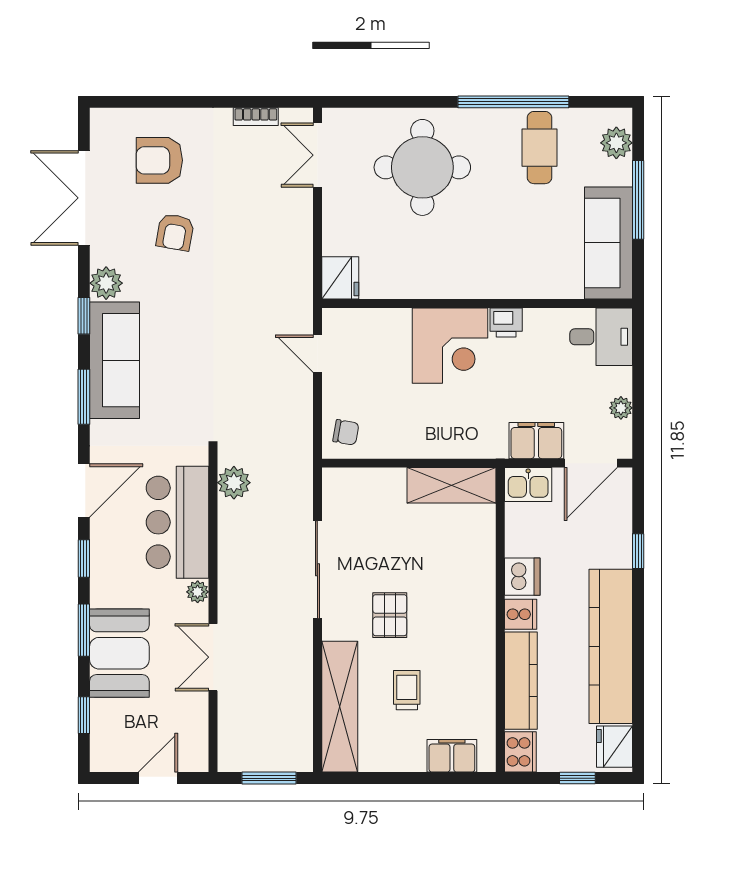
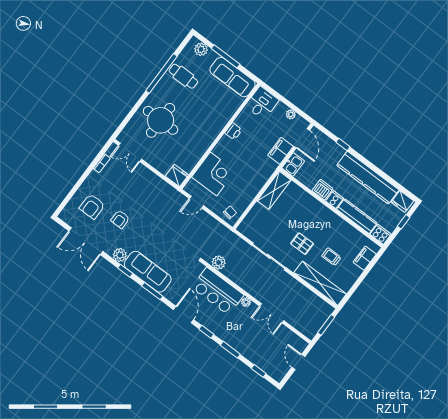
armchair: (175, 232) -> (120, 219), turned 80
corner desk: (450, 346) -> (213, 174), moved
booth: (119, 653) -> (247, 344), removed

